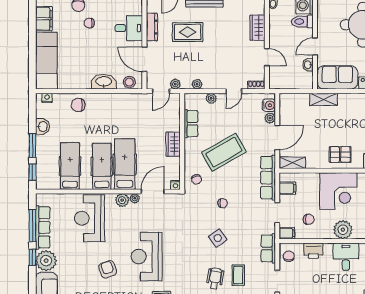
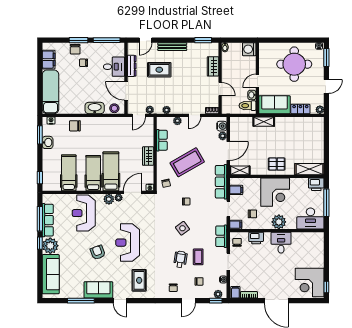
toilet: (302, 22) -> (248, 106), moved
window: (32, 145) -> (40, 135), moved

